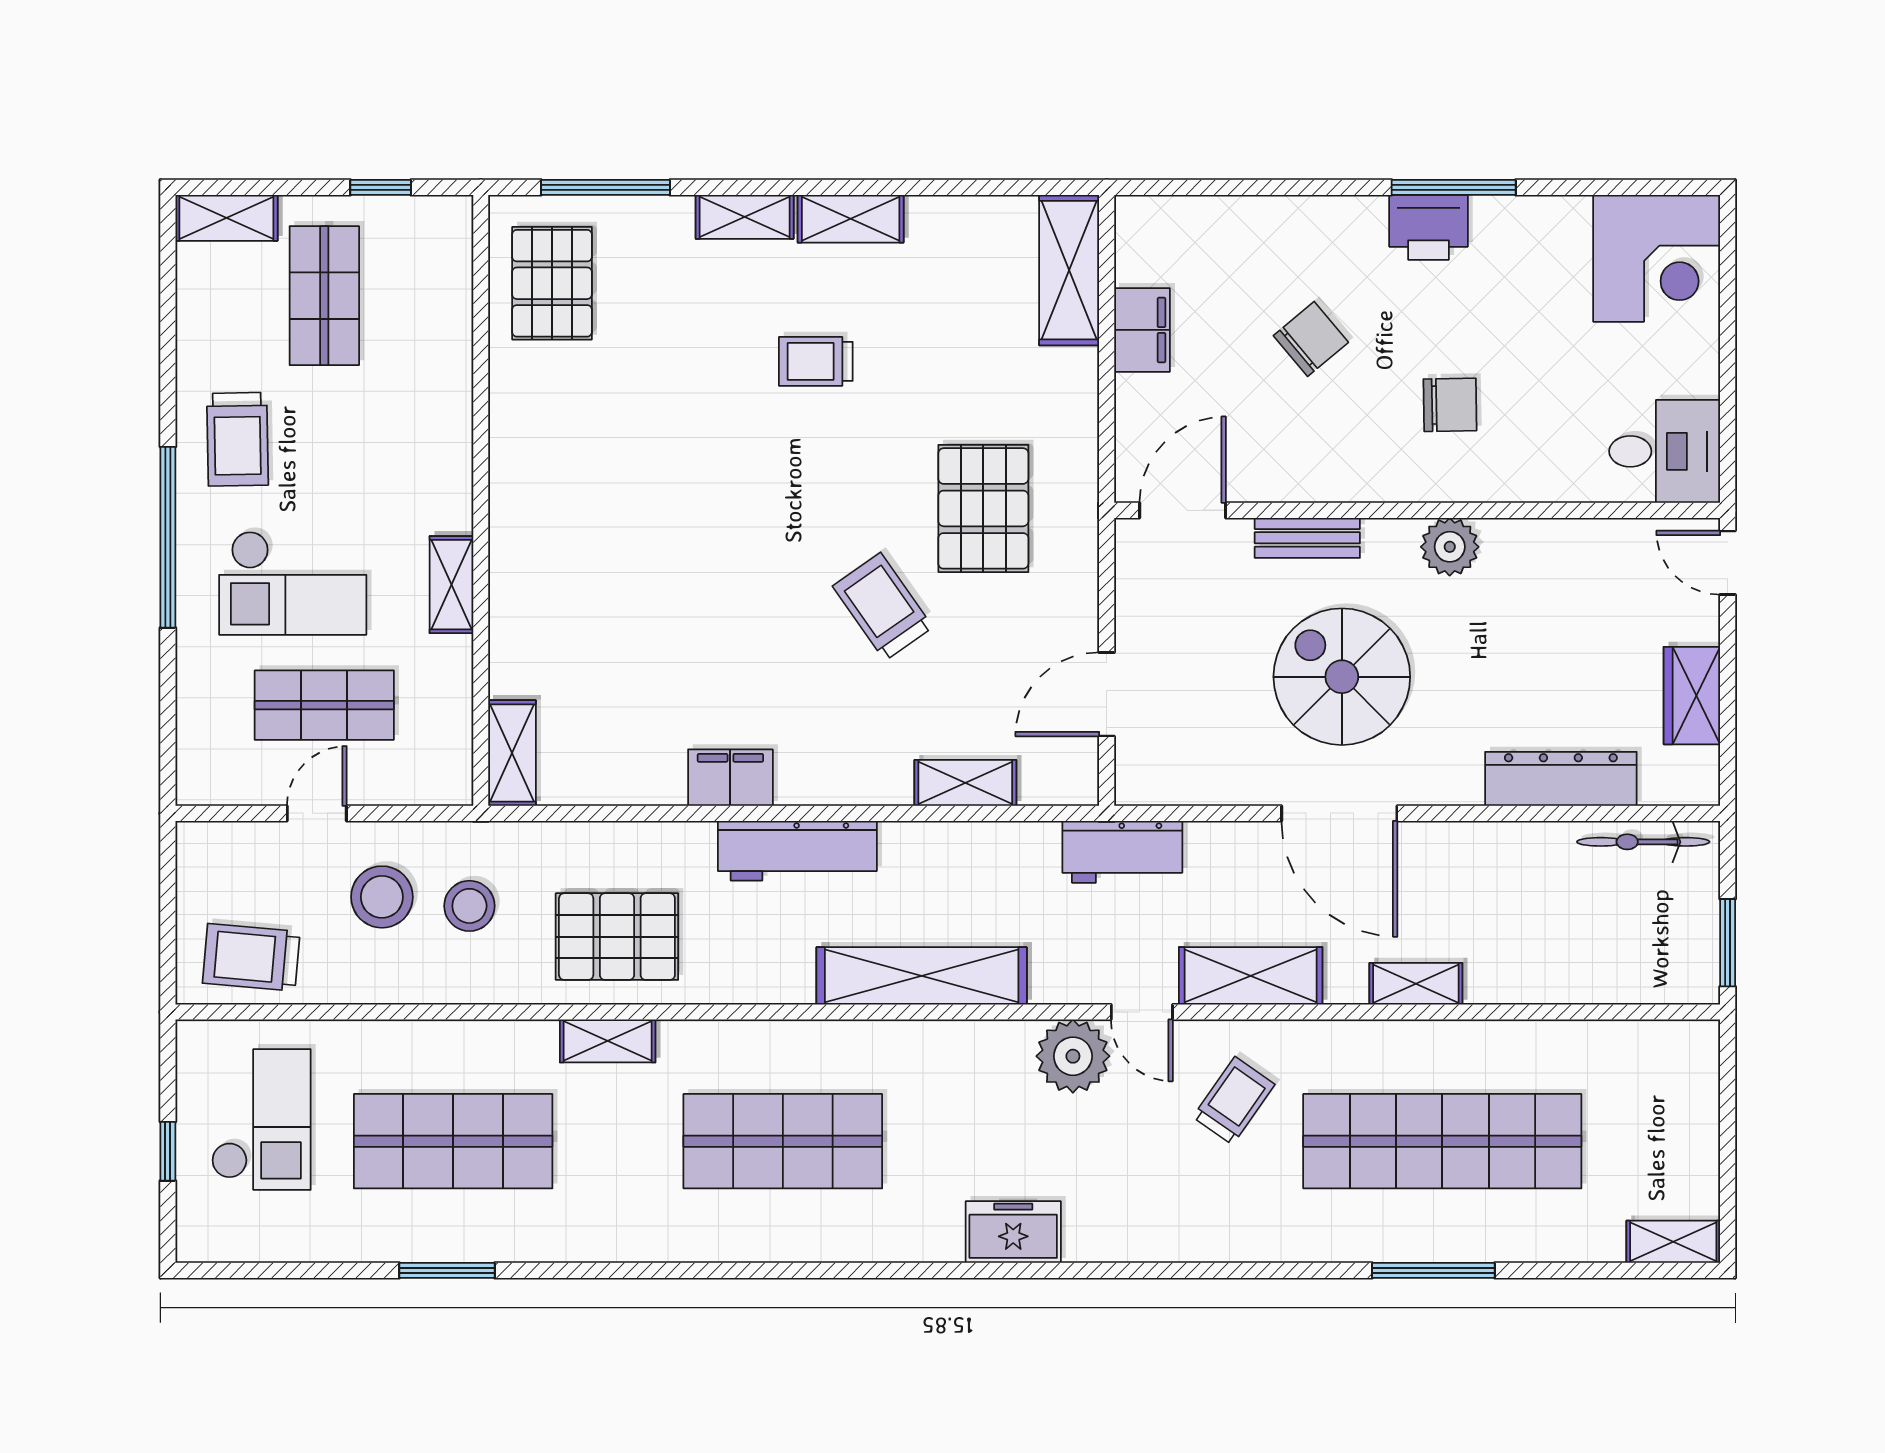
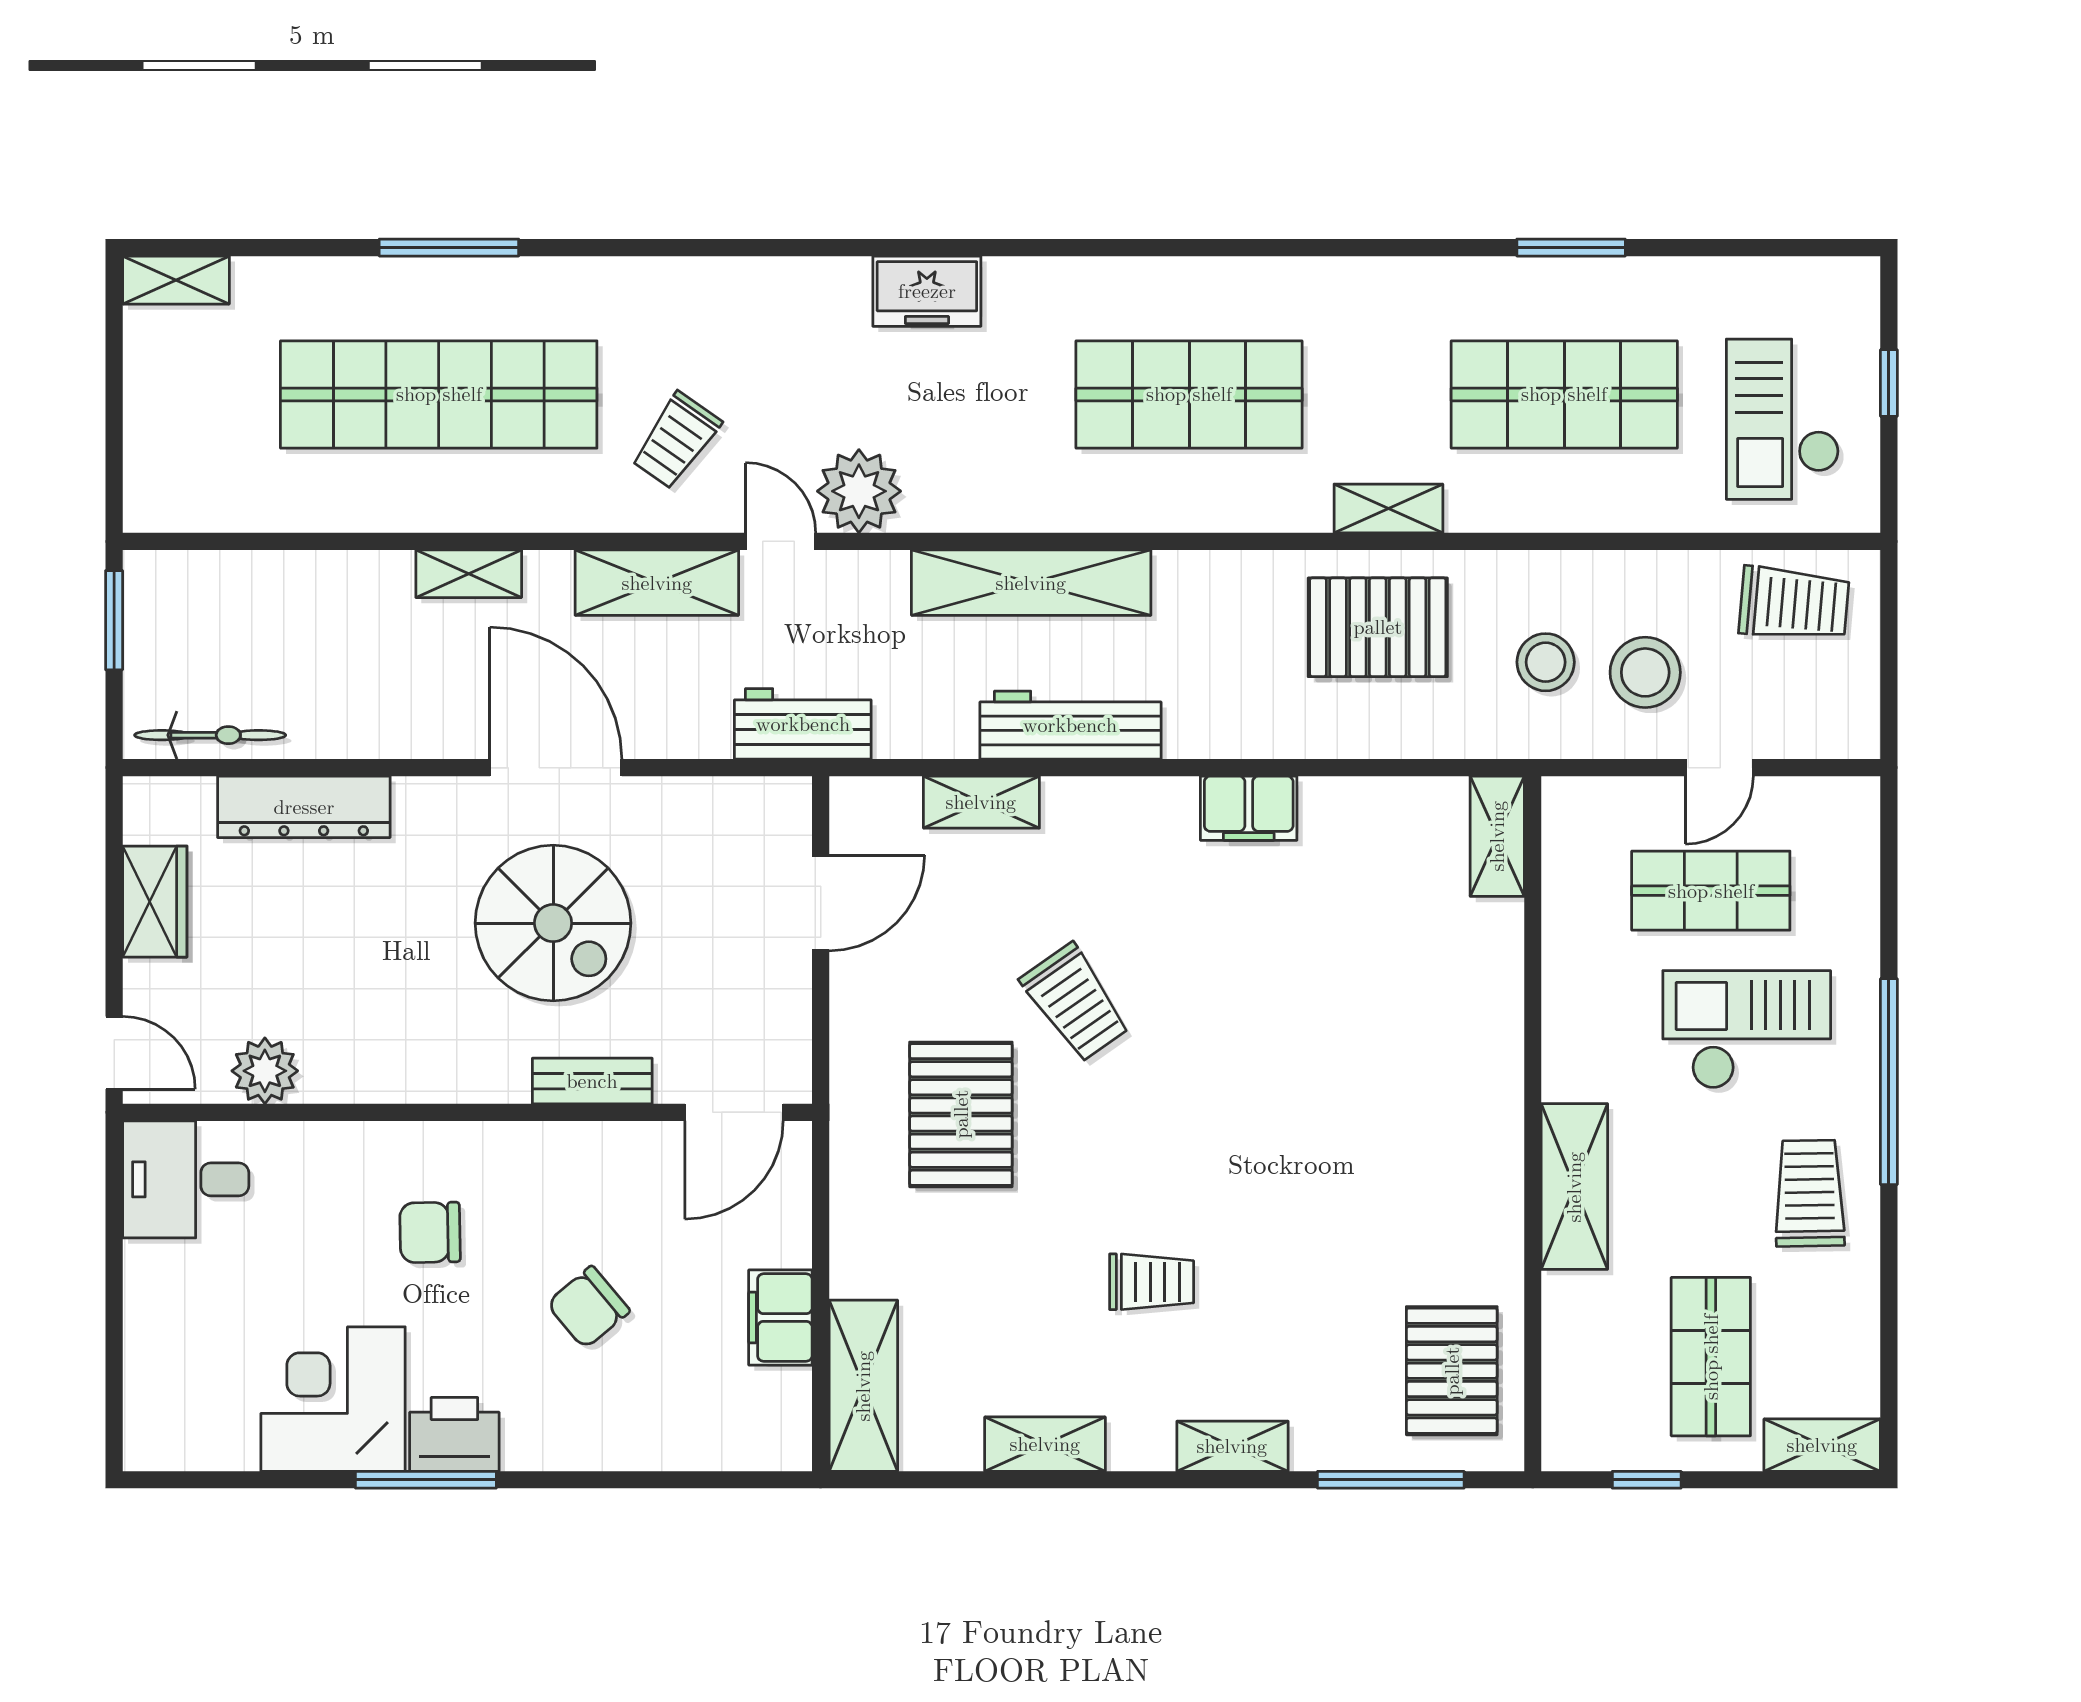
shelving: (851, 219) -> (1045, 1444), moved
corner desk: (1657, 258) -> (333, 1399), moved
plant: (1450, 547) -> (265, 1071), moved
shelving: (451, 585) -> (1574, 1187), moved, width x1.50, depth x1.33
workbench: (797, 851) -> (1070, 725), moved

